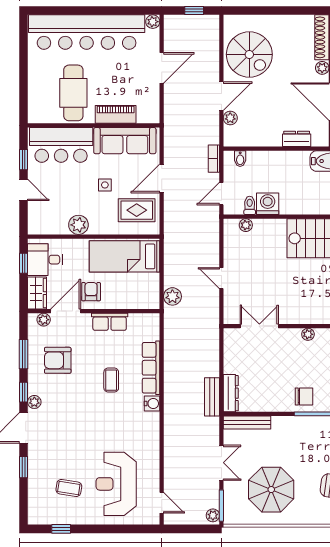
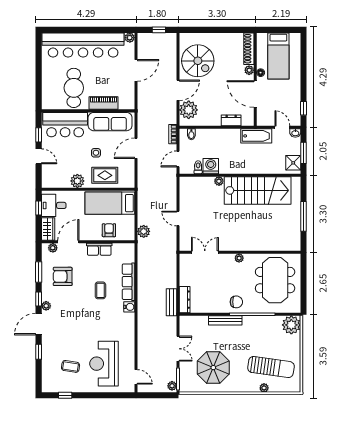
plant: (230, 118) -> (189, 110), width x1.87, depth x1.87
rug: (137, 210) -> (105, 175), moved
plant: (246, 225) -> (219, 181), moved
armchair: (91, 292) -> (109, 230), moved
bench: (247, 423) -> (225, 320), moved

